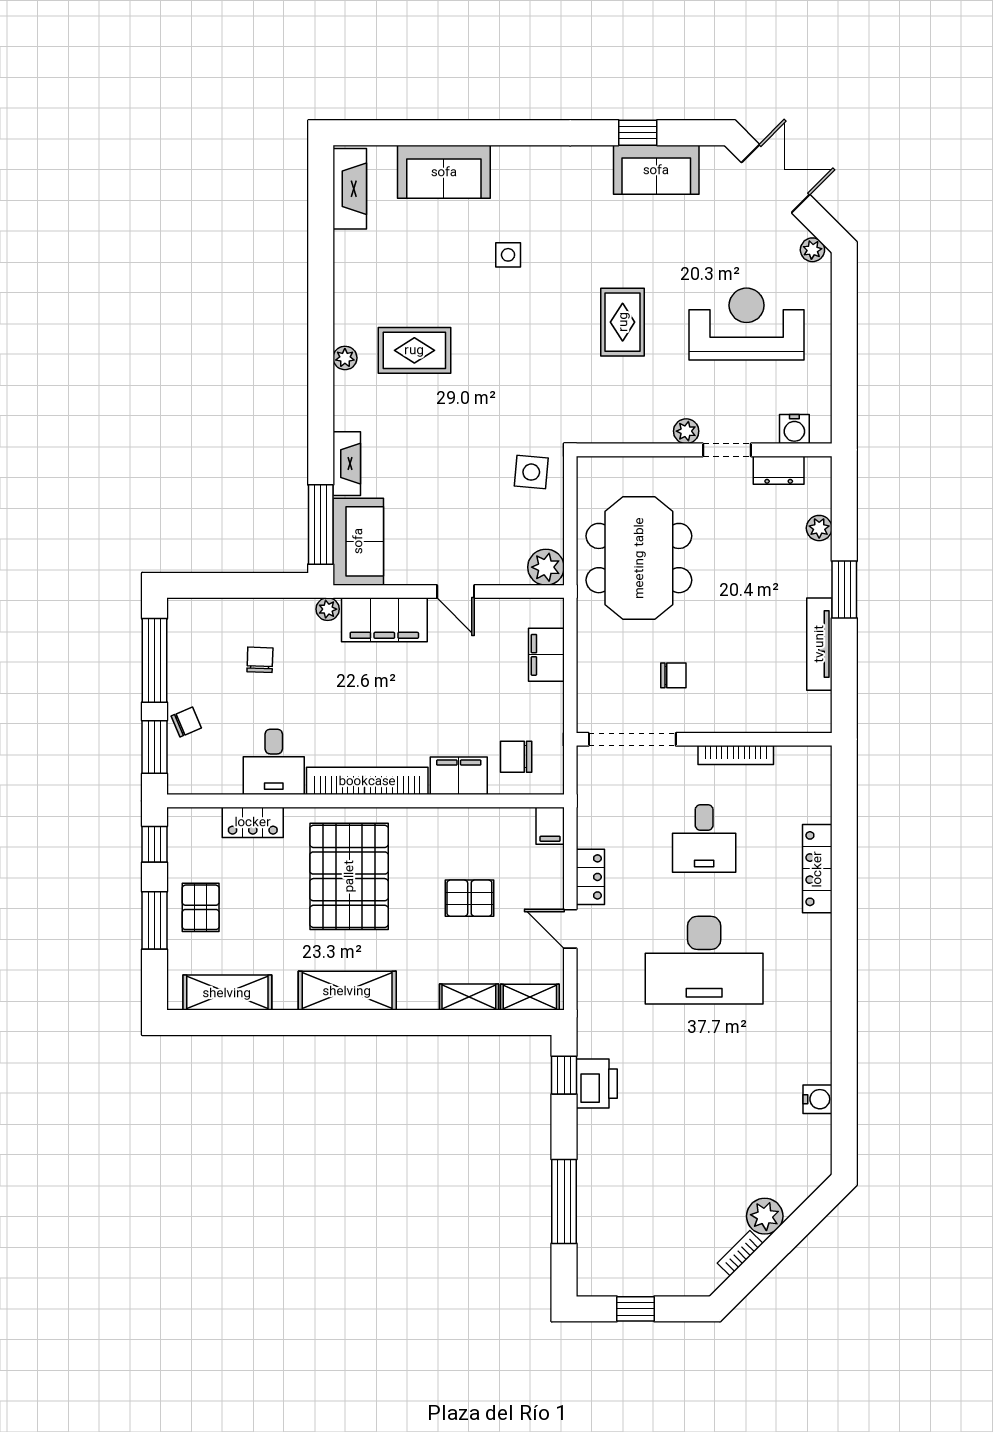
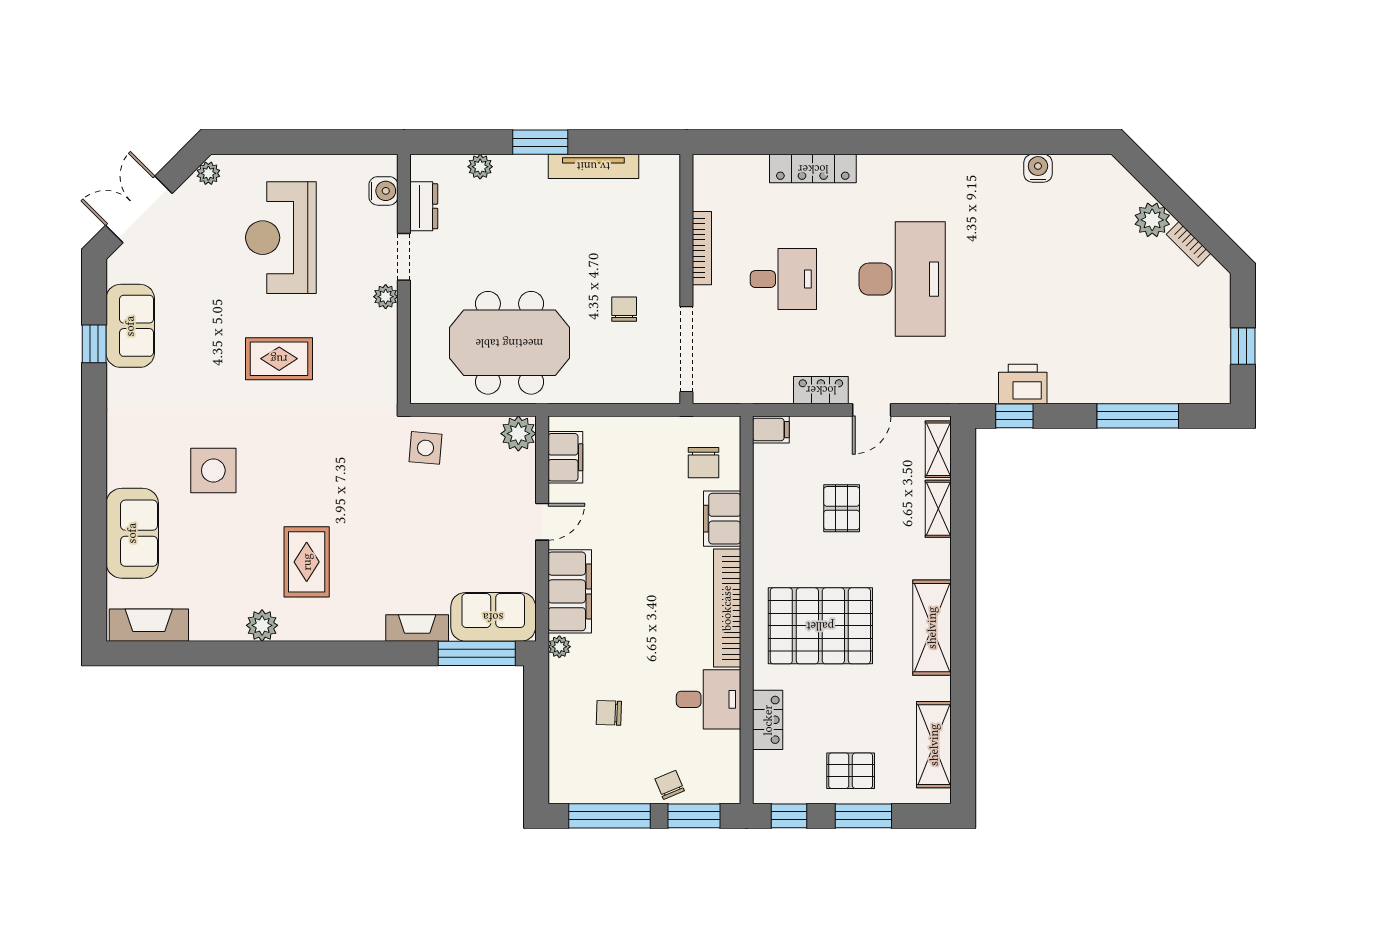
side table: (508, 255) -> (213, 471), width x1.87, depth x1.87
plant: (345, 358) -> (262, 625), moved, width x1.38, depth x1.38
filing cabinet: (546, 655) -> (565, 457), moved, turned -90

